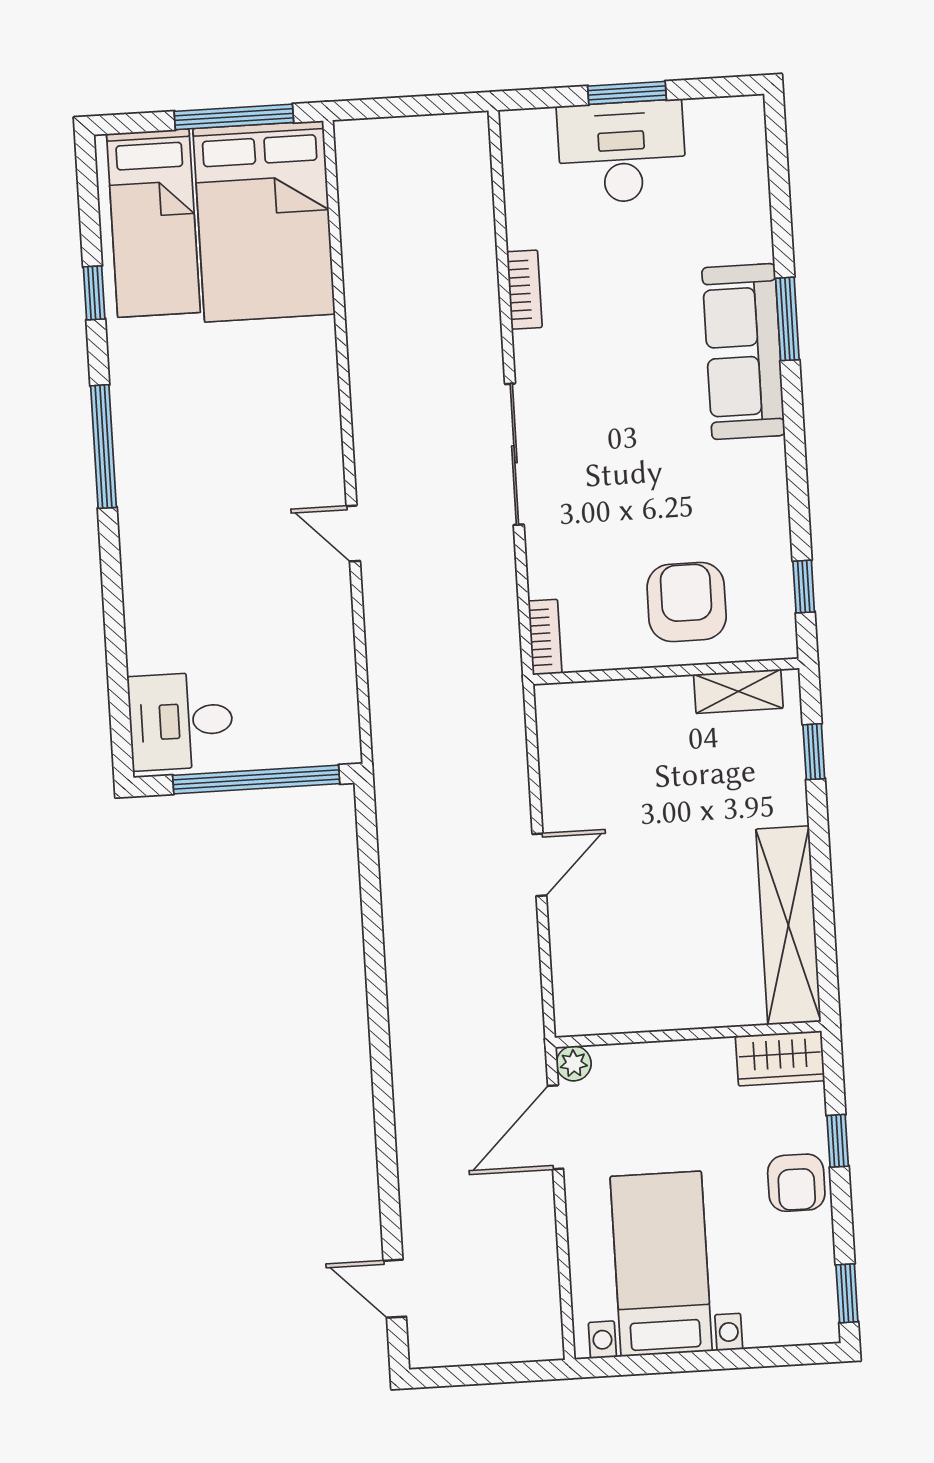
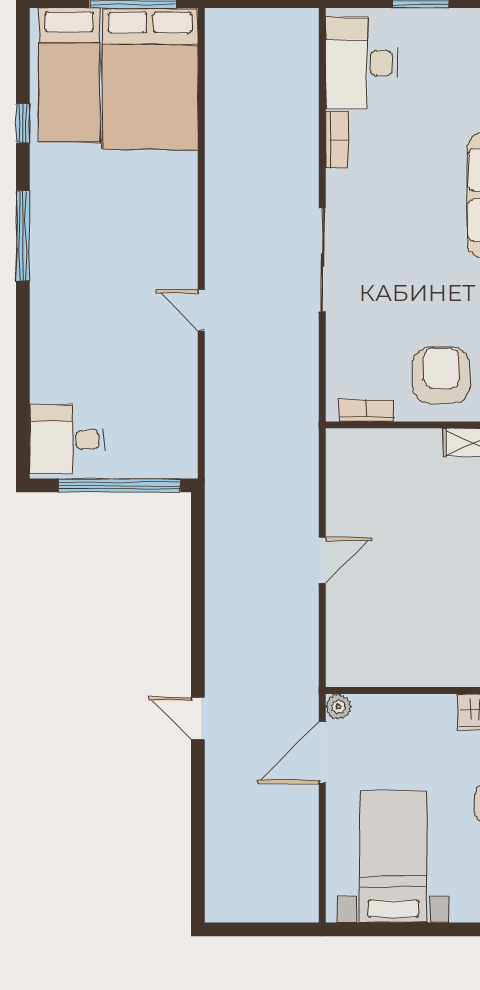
desk: (622, 152) -> (362, 63), moved, turned -90
bookcase: (545, 637) -> (367, 411), moved, turned -90
door: (395, 1289) -> (198, 719), moved

